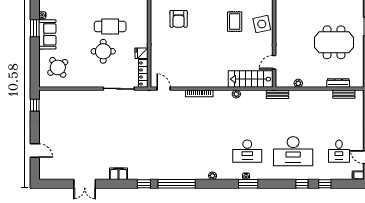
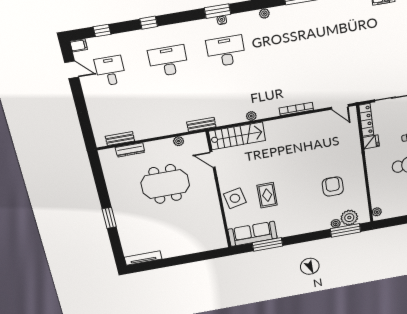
meeting table: (334, 42) -> (165, 184), moved
door: (274, 62) -> (212, 160), swing flipped
desk: (293, 151) -> (168, 61), width x0.73, depth x0.77
window: (325, 184) -> (102, 30), moved

